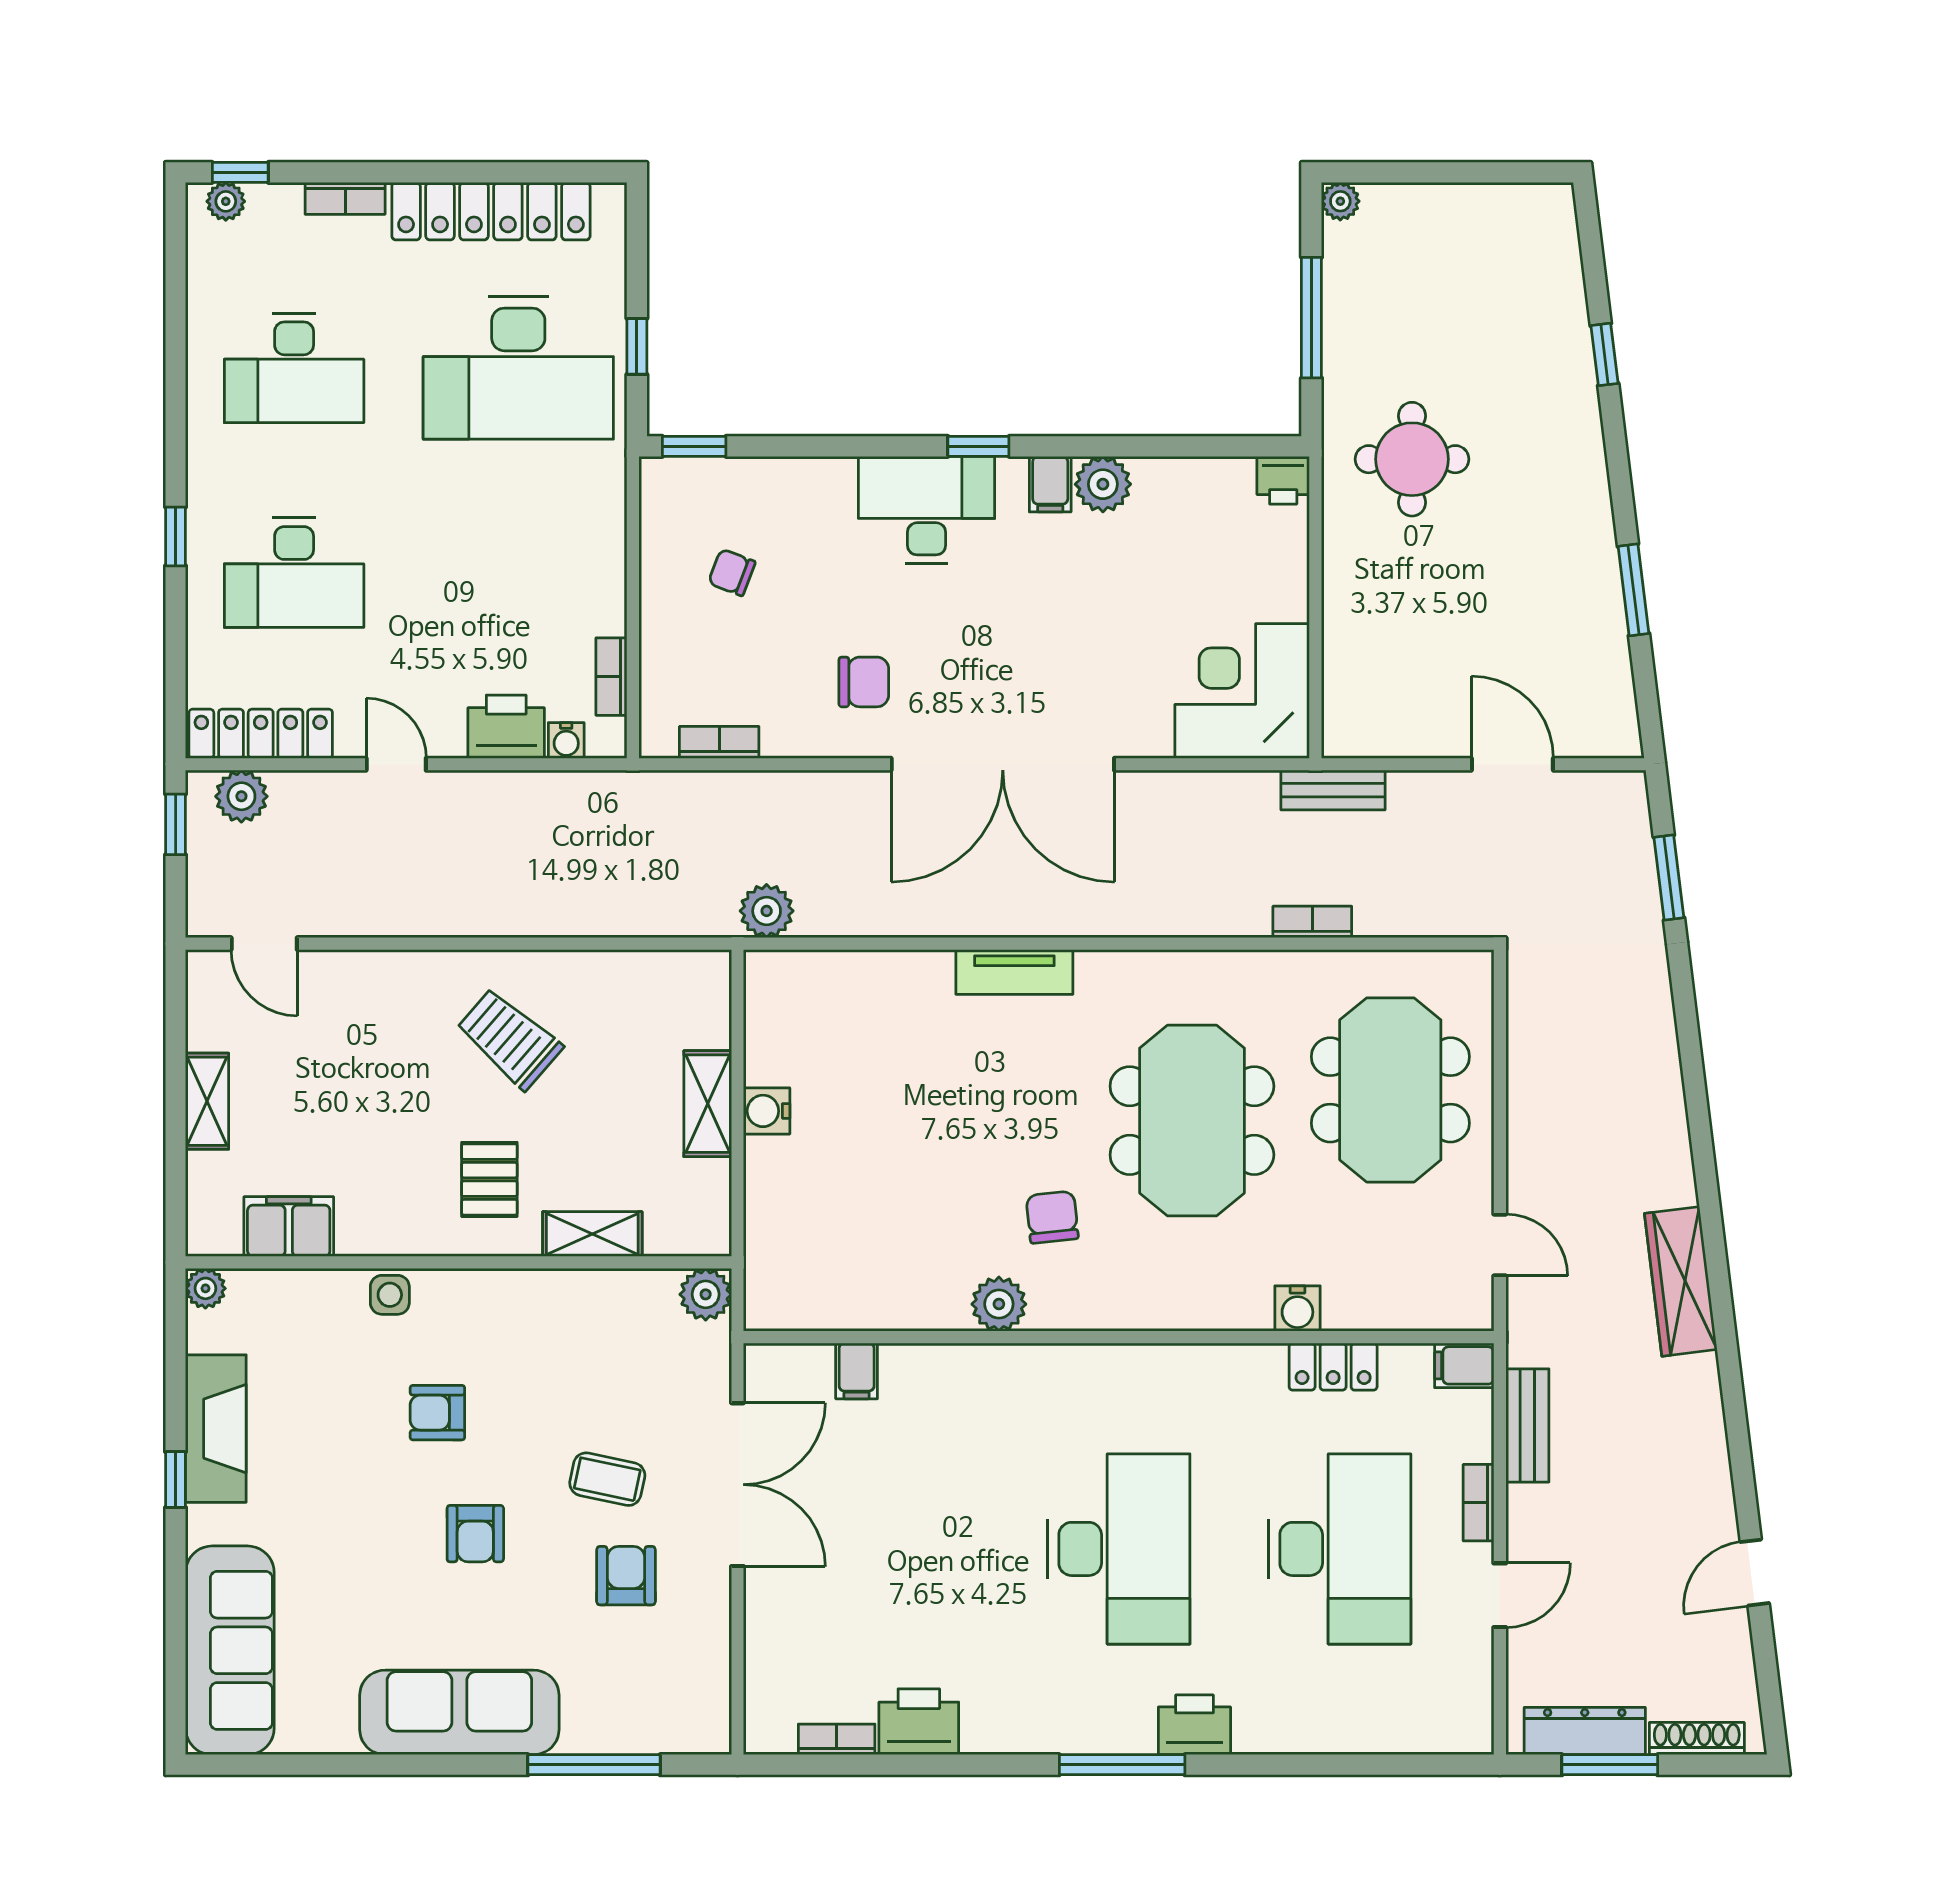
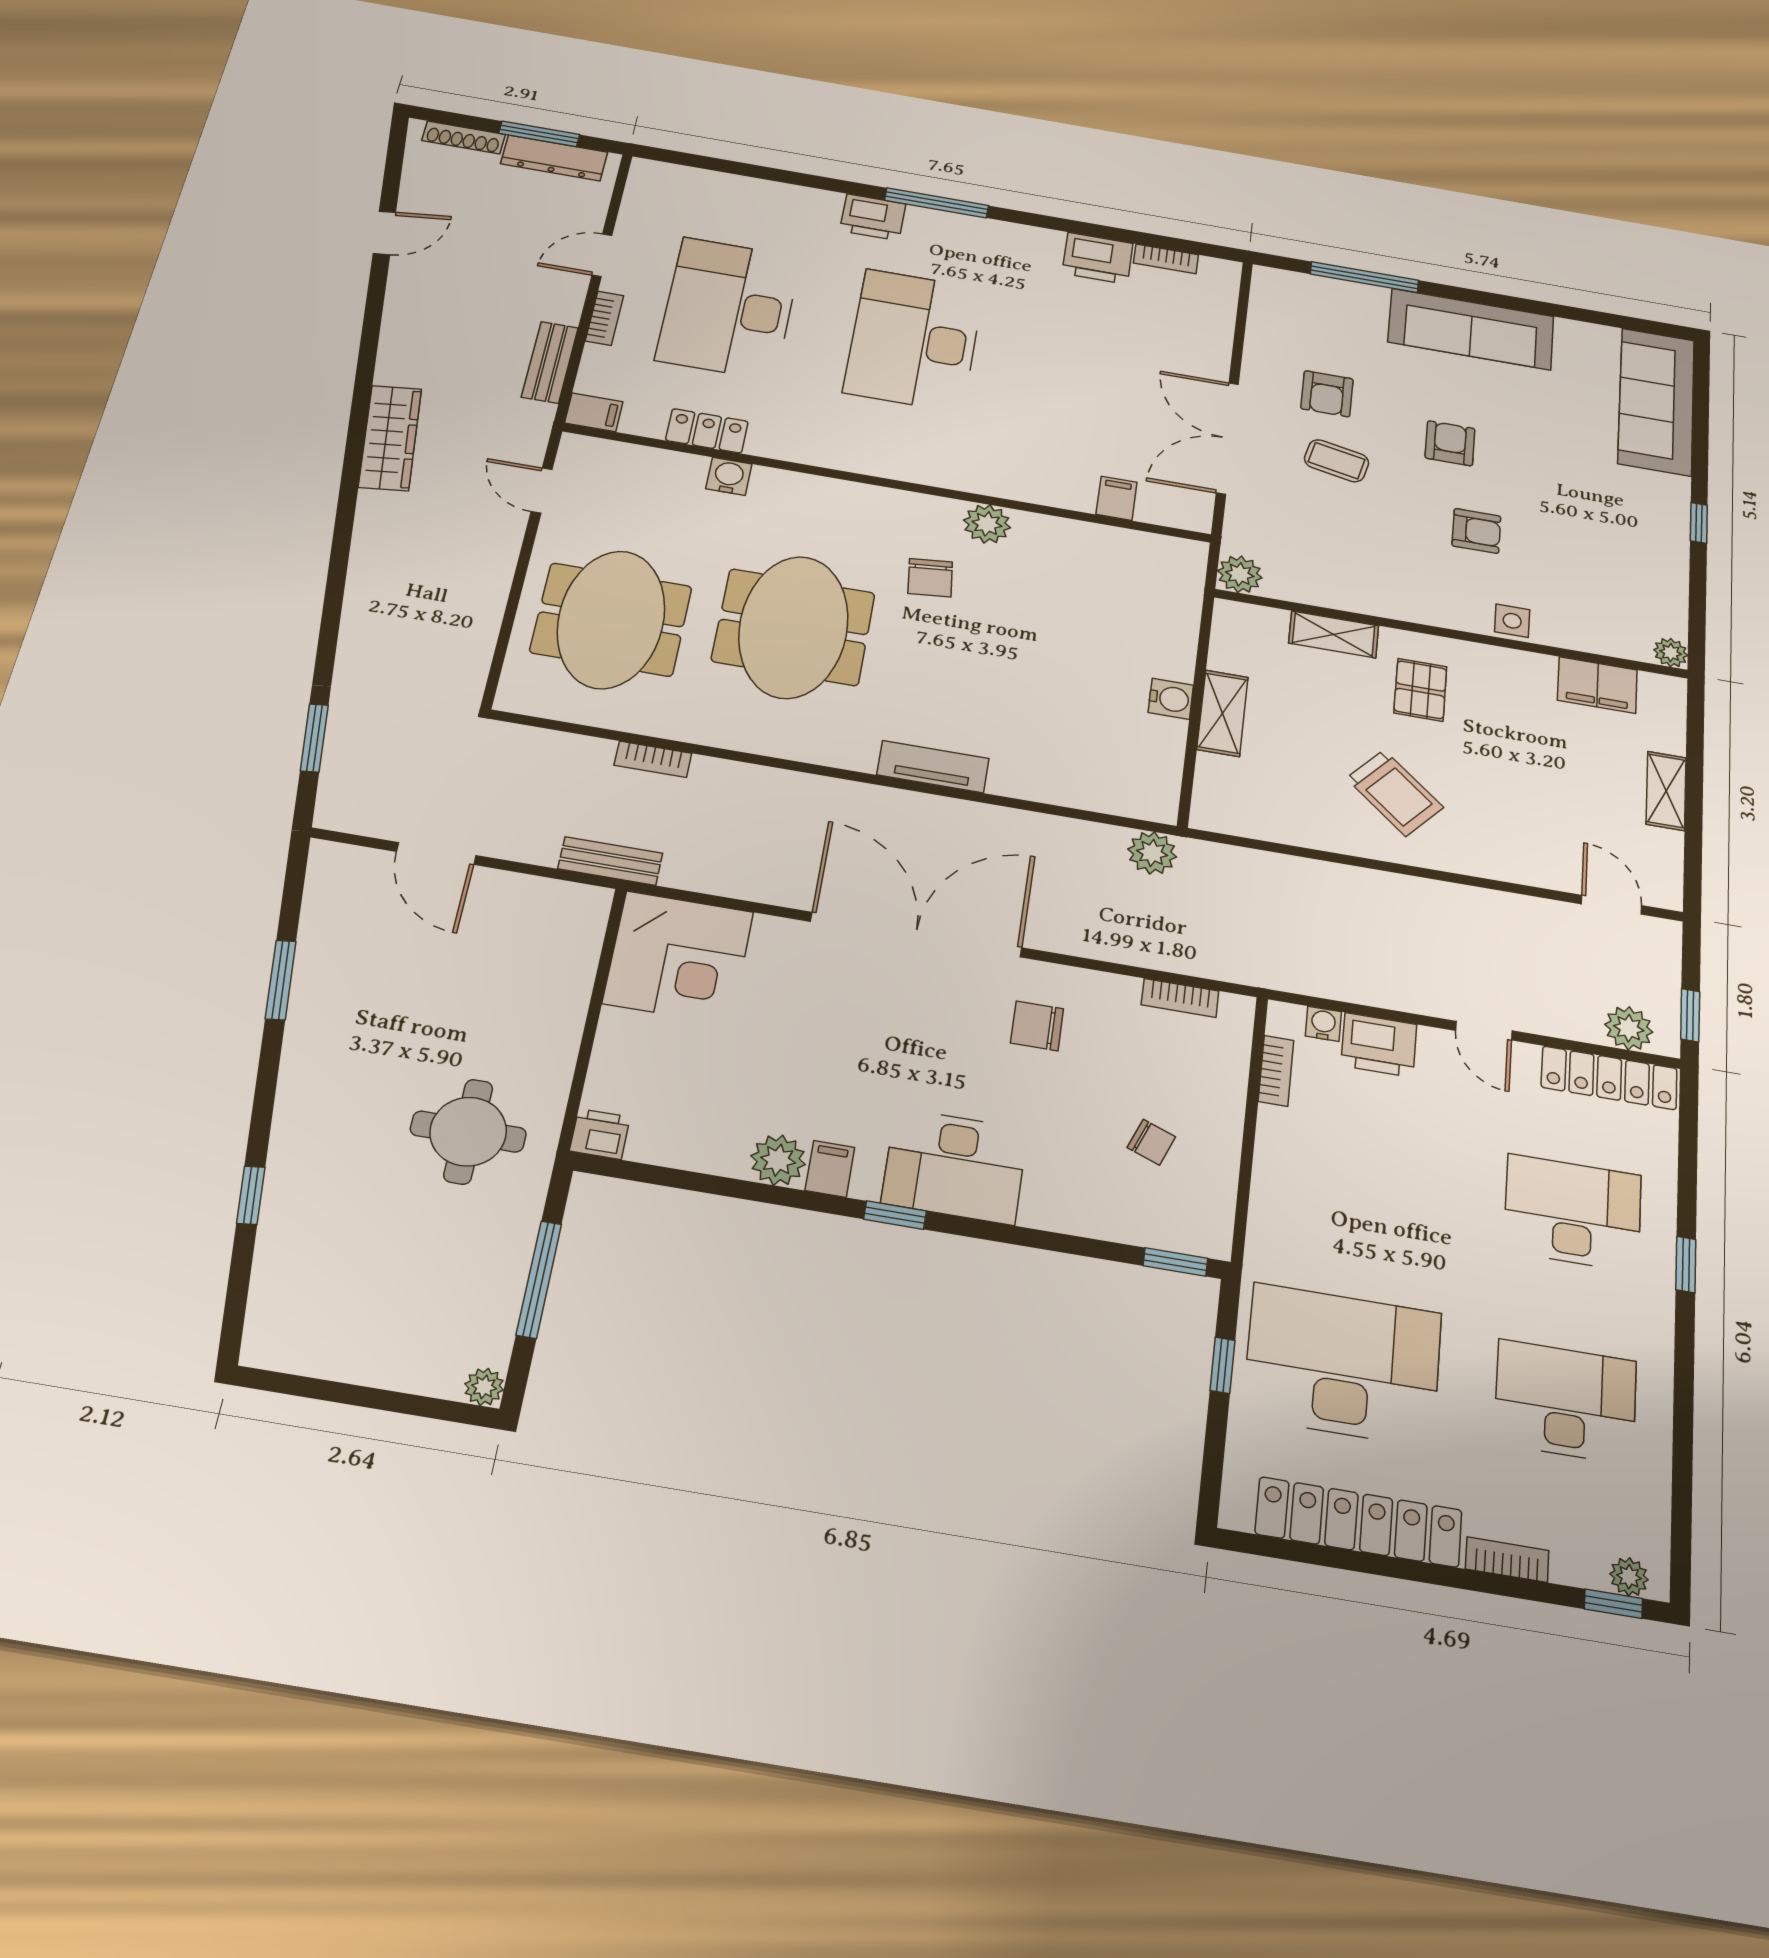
fireplace: (216, 1429) -> (1664, 552), removed

